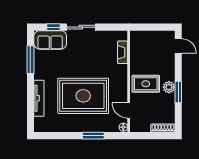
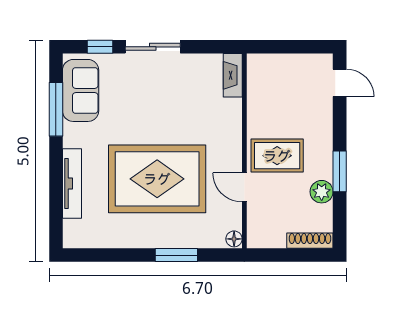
sofa: (50, 40) -> (81, 90), moved, turned -90
fireplace: (123, 52) -> (233, 75), moved
plant: (169, 87) -> (322, 192), moved
door: (129, 111) -> (244, 187), moved

